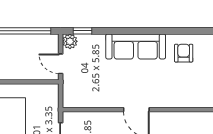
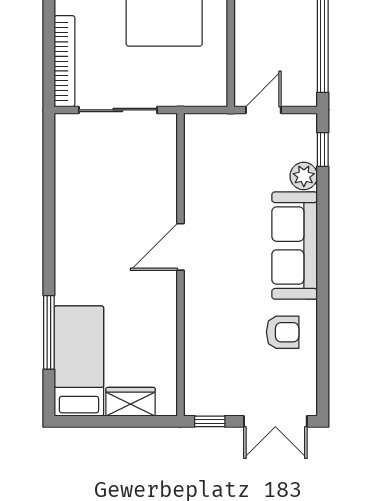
plant: (70, 41) -> (304, 176), moved

